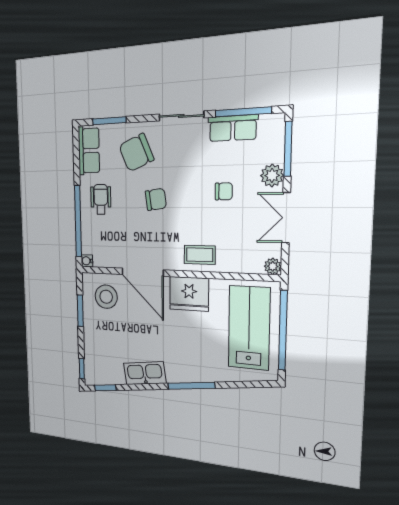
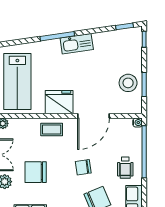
chair: (224, 191) -> (36, 172), width x1.87, depth x1.87
door: (143, 272) -> (94, 116), swing flipped
stool: (106, 297) -> (128, 83), moved
kitchen sink: (145, 373) -> (77, 44), moved

